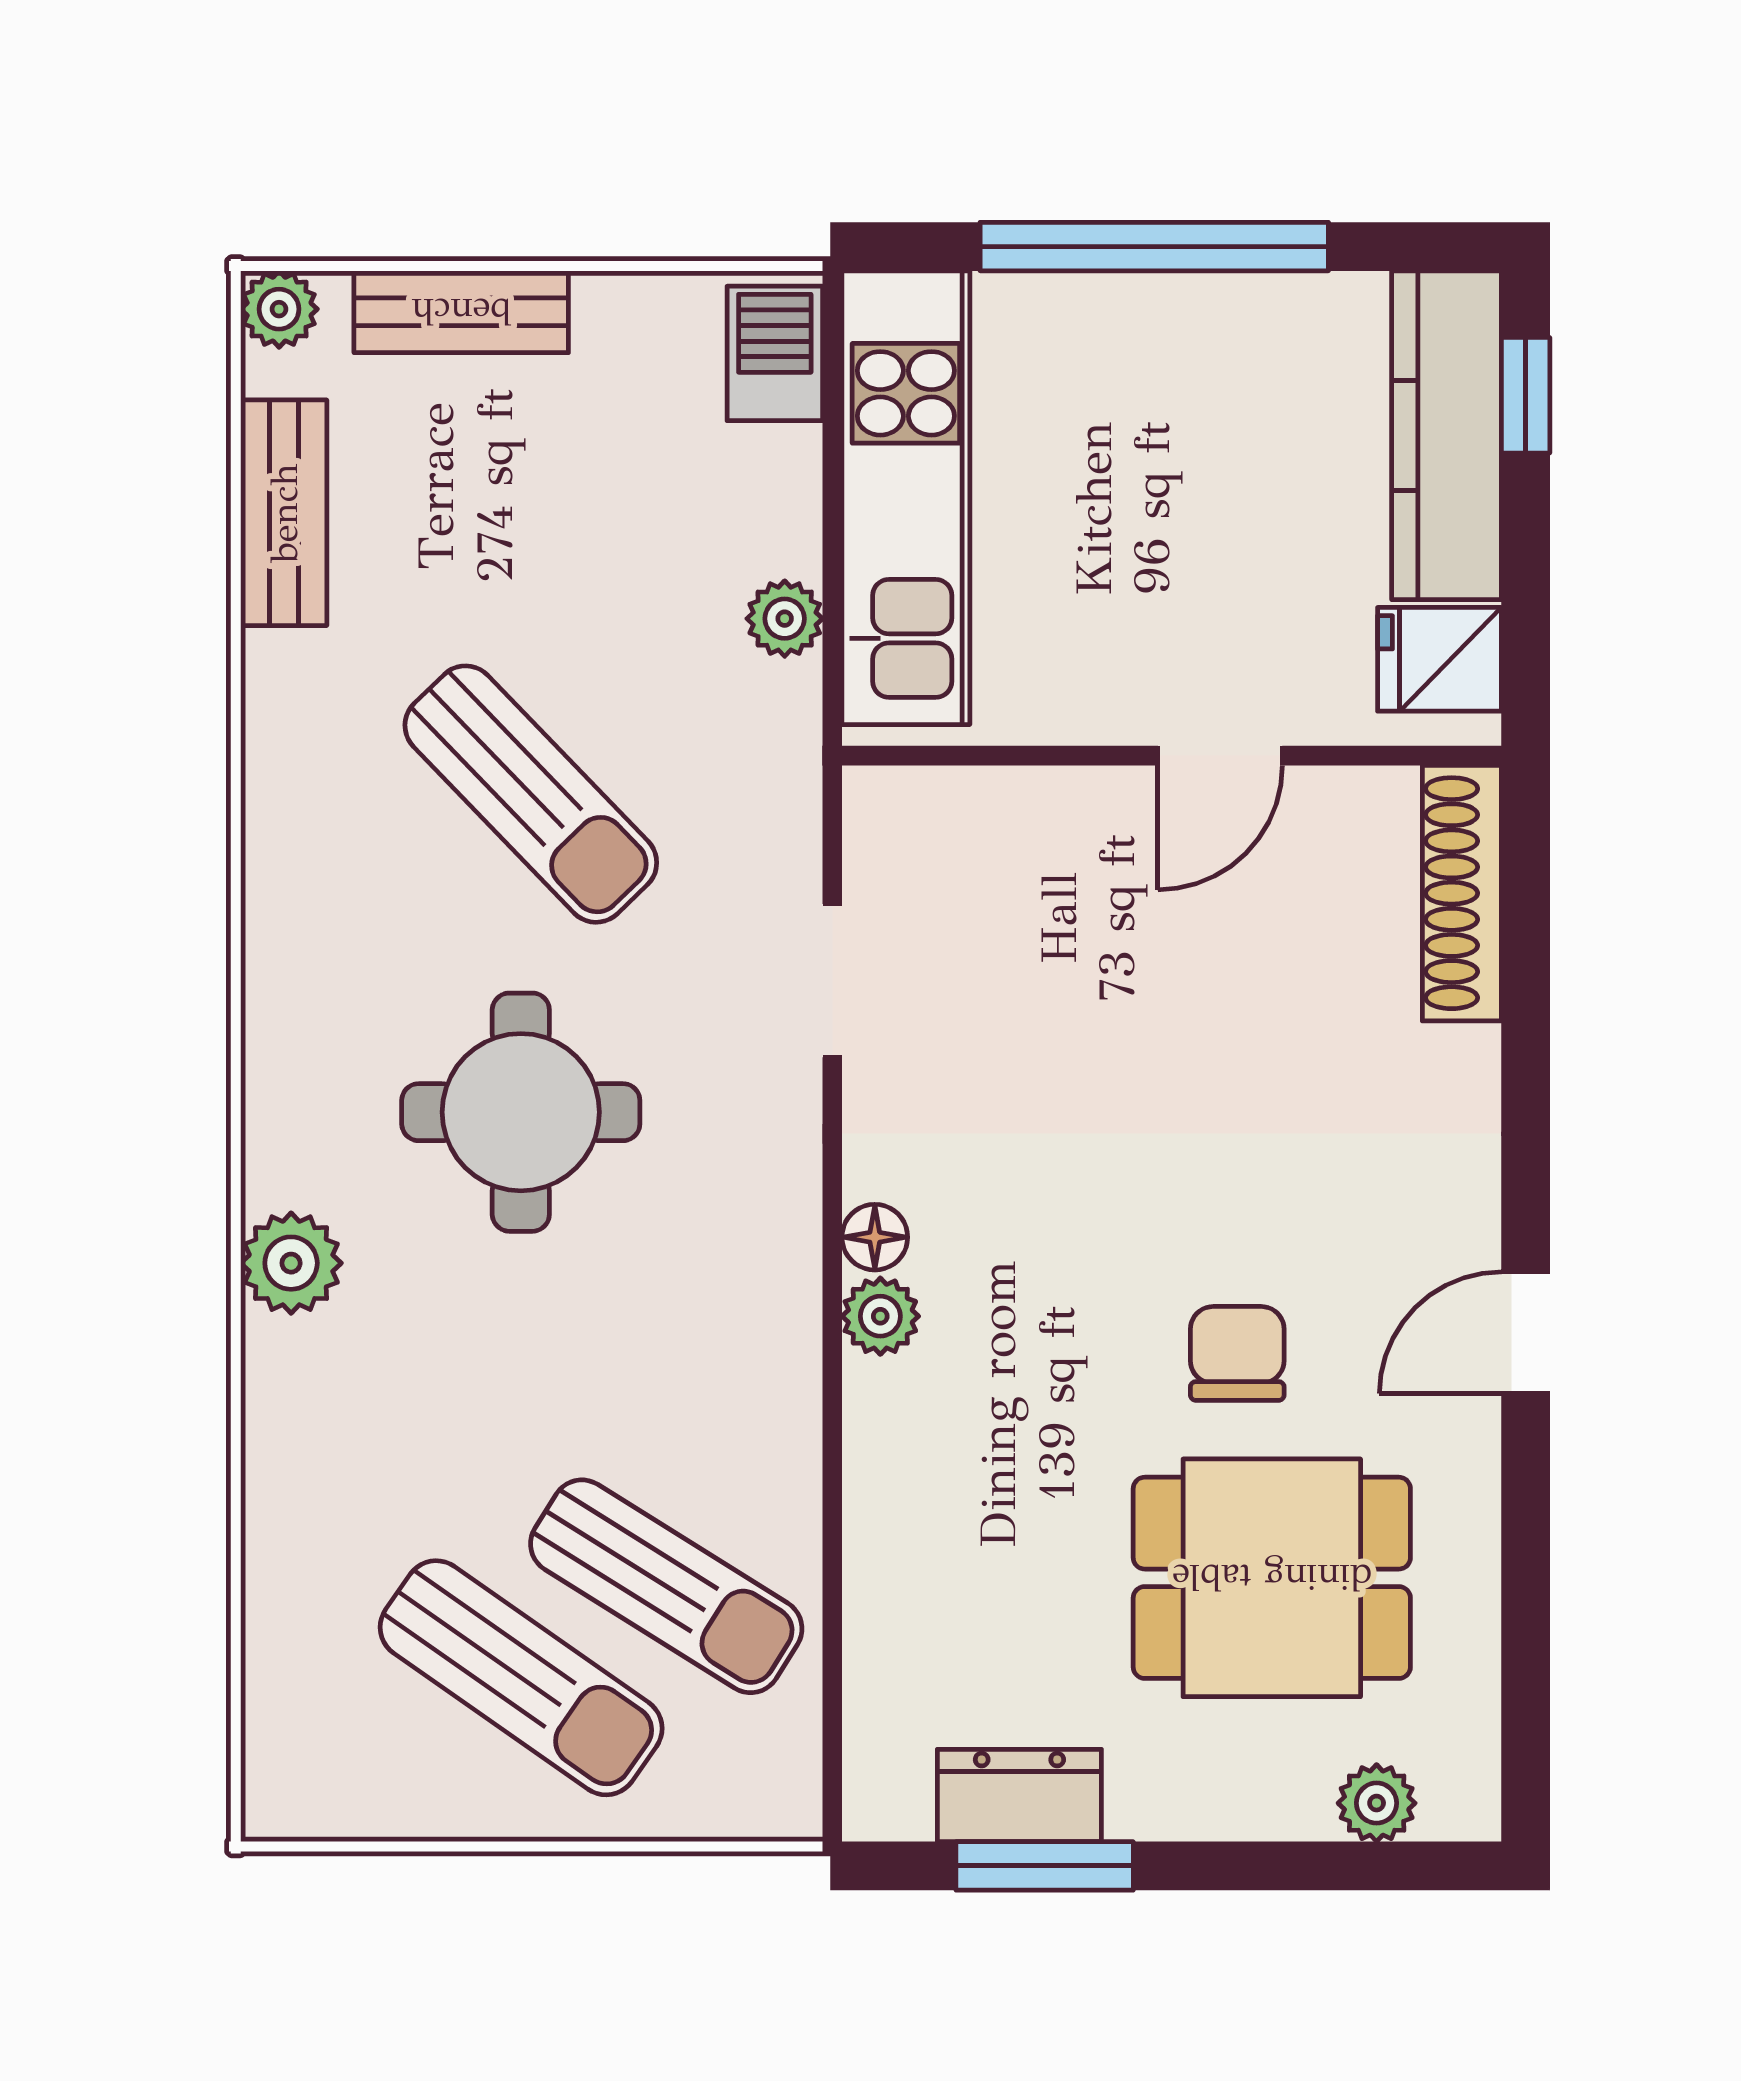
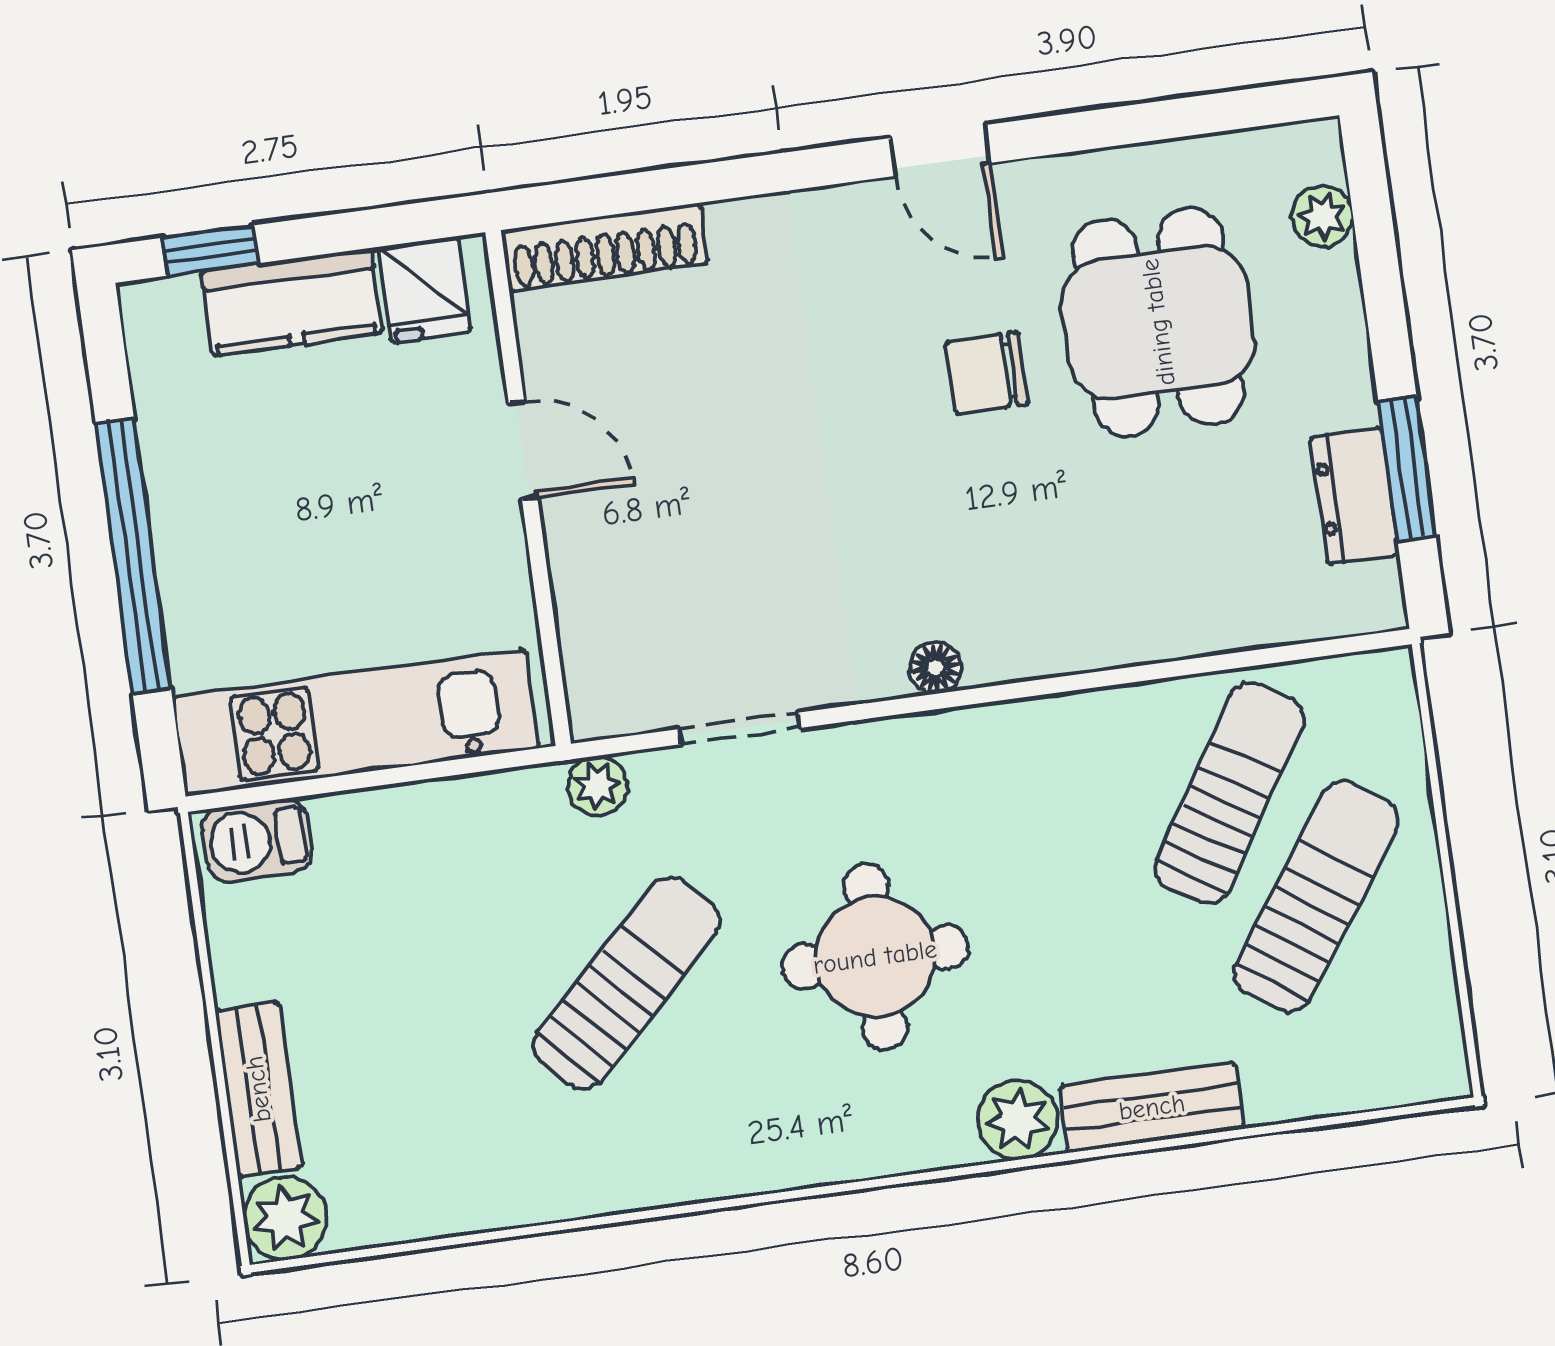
plant: (279, 309) -> (285, 1218), width x1.38, depth x1.38
kitchen counter: (1447, 435) -> (292, 302), width x0.67
bench: (284, 513) -> (1152, 1107), moved
plant: (785, 619) -> (597, 786), moved
plant: (880, 1316) -> (996, 655), removed

